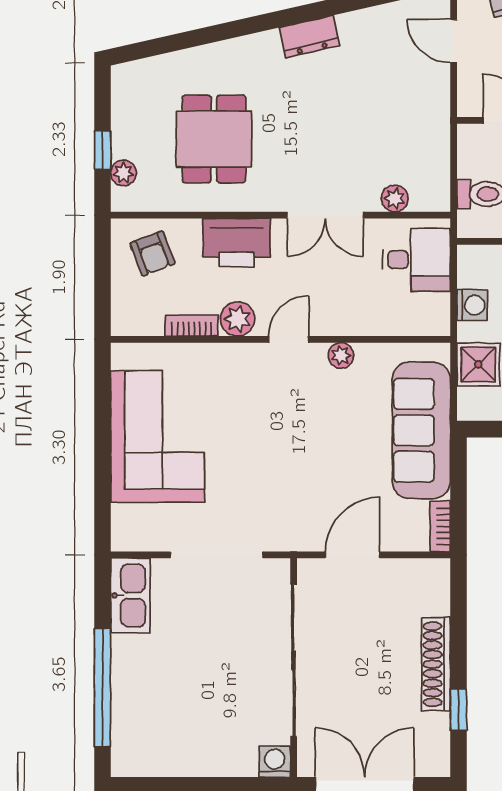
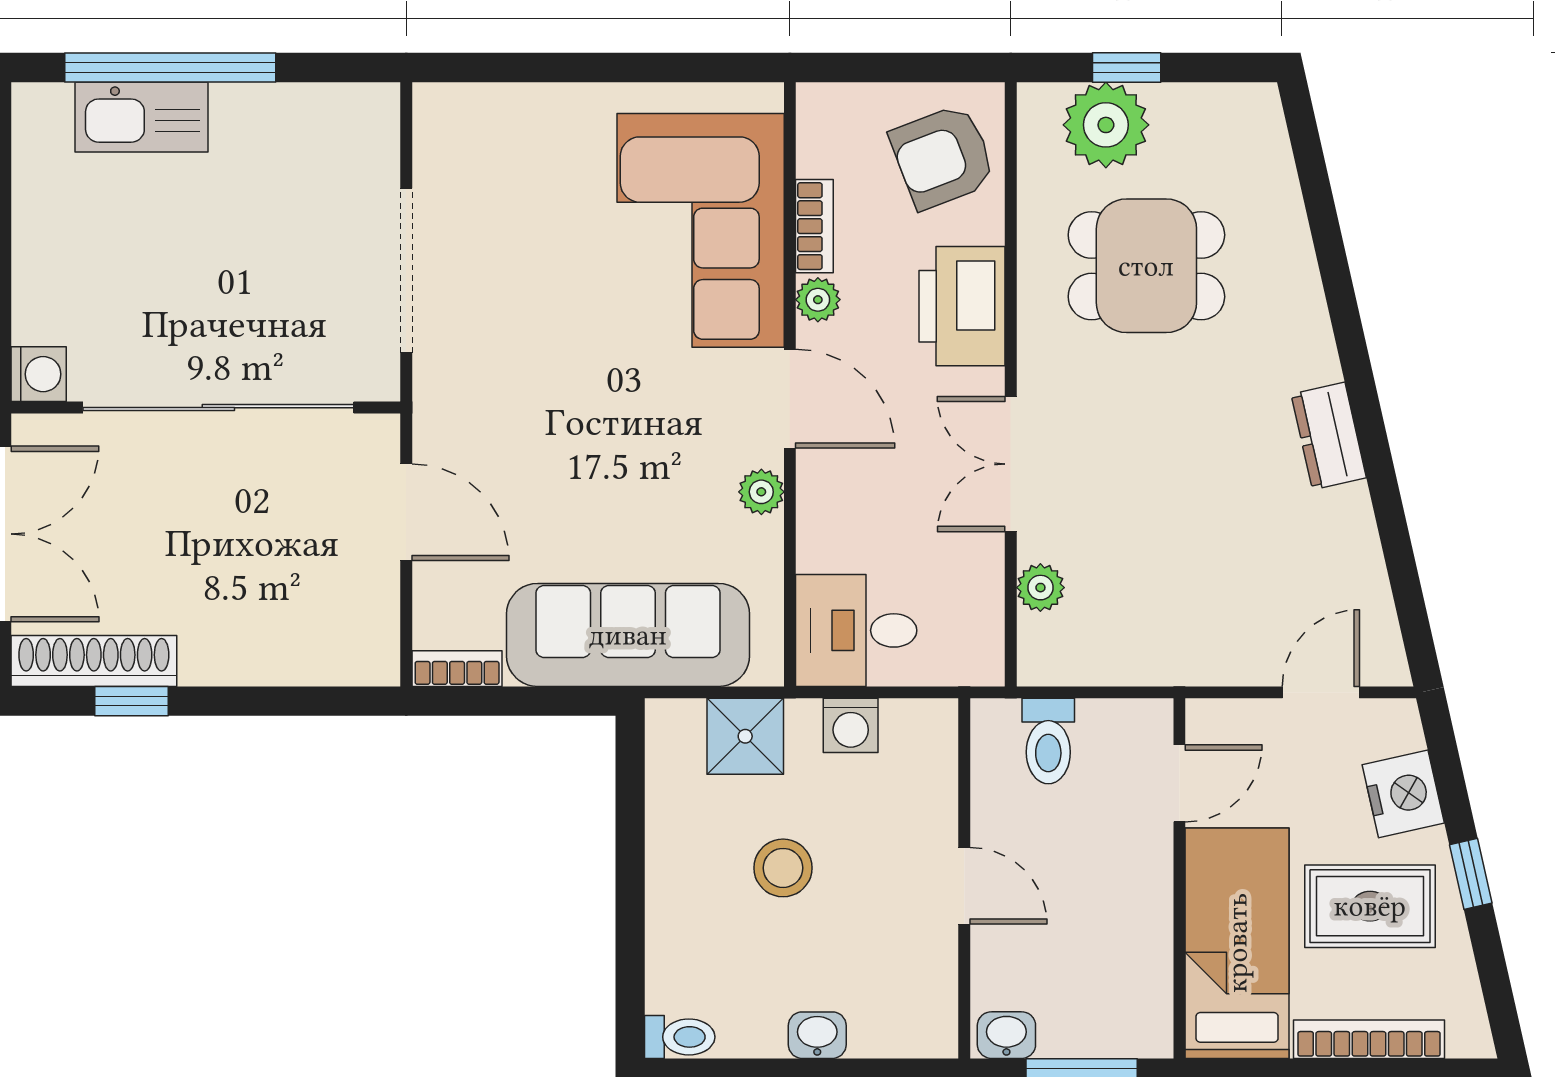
plant: (123, 173) -> (1106, 125), width x1.87, depth x1.87
armchair: (153, 253) -> (943, 157), width x1.38, depth x1.38
desk: (416, 260) -> (856, 630), moved, turned 90
plant: (238, 319) -> (818, 300), width x0.73, depth x0.73
door: (289, 339) -> (790, 399), width x1.38
corner sofa: (158, 437) -> (701, 230), moved, turned 90
kitchen sink: (130, 596) -> (142, 117), moved
shoe rack: (436, 664) -> (94, 661), moved

